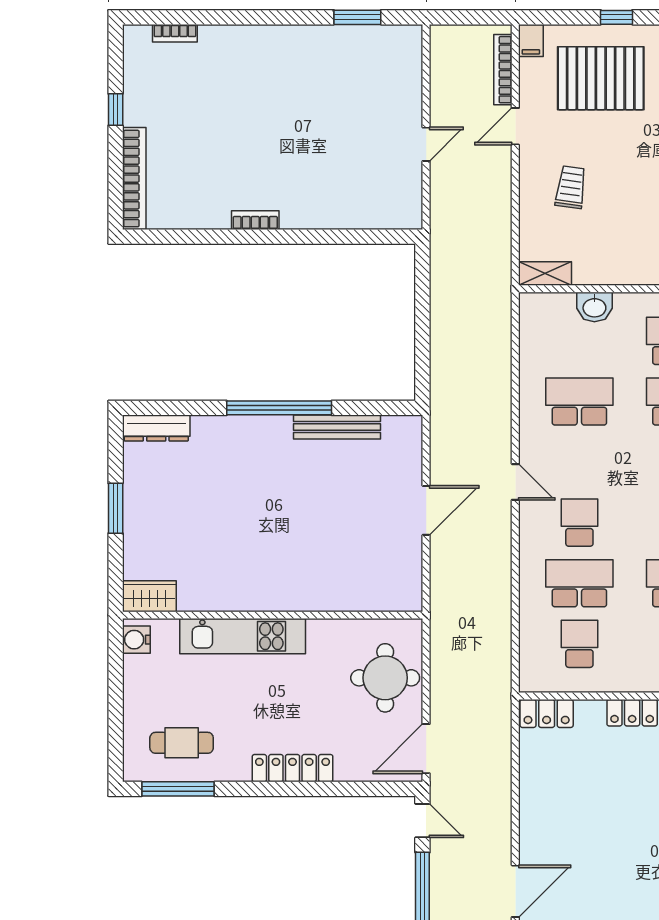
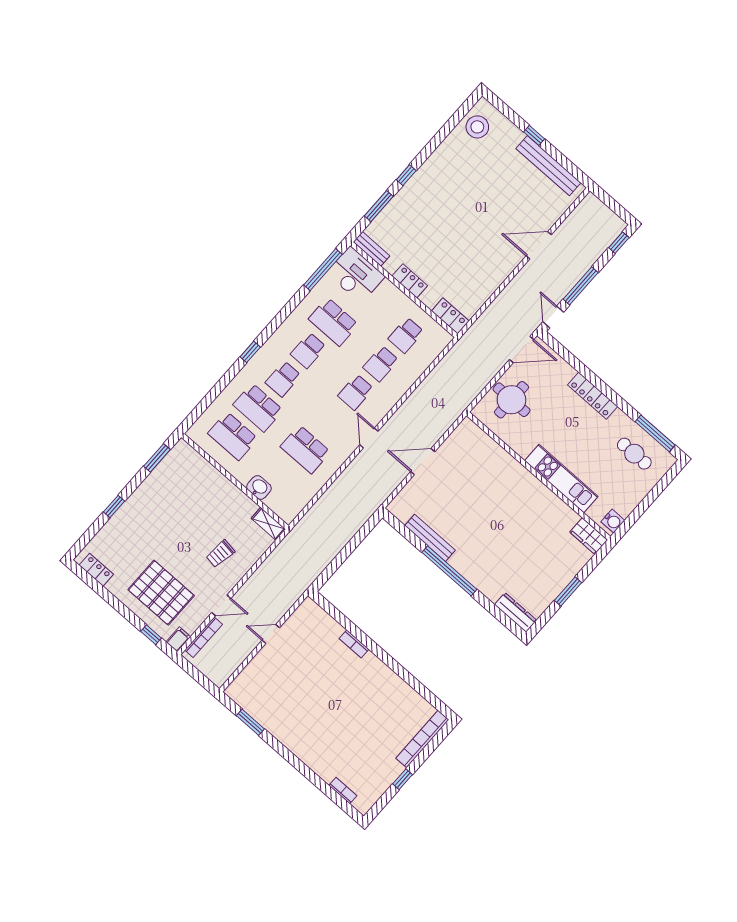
window: (616, 17) -> (151, 635), moved
bookcase: (255, 220) -> (354, 644), moved
school desk: (579, 583) -> (381, 364), width x0.54

